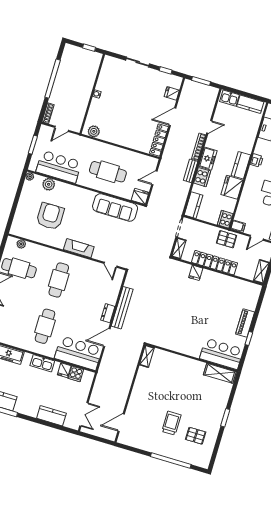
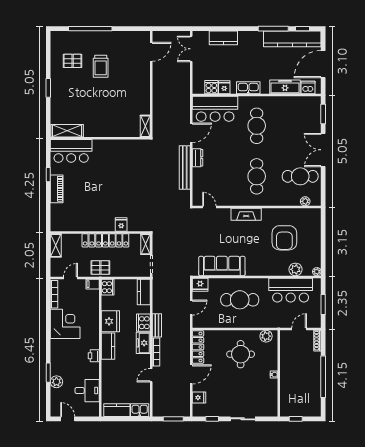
round table: (122, 122) -> (241, 354), added

